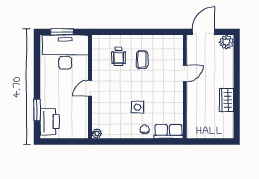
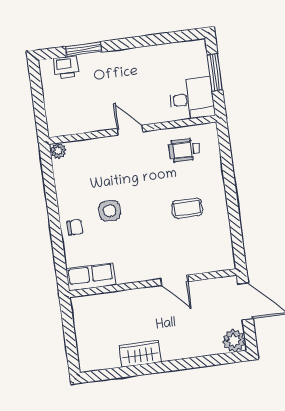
desk: (65, 52) -> (192, 99), width x0.53, depth x0.77
wheelchair: (119, 56) -> (184, 150), moved
printer: (50, 122) -> (66, 67), width x0.53, depth x0.68
row of seats: (168, 131) -> (91, 277), moved, turned -90

